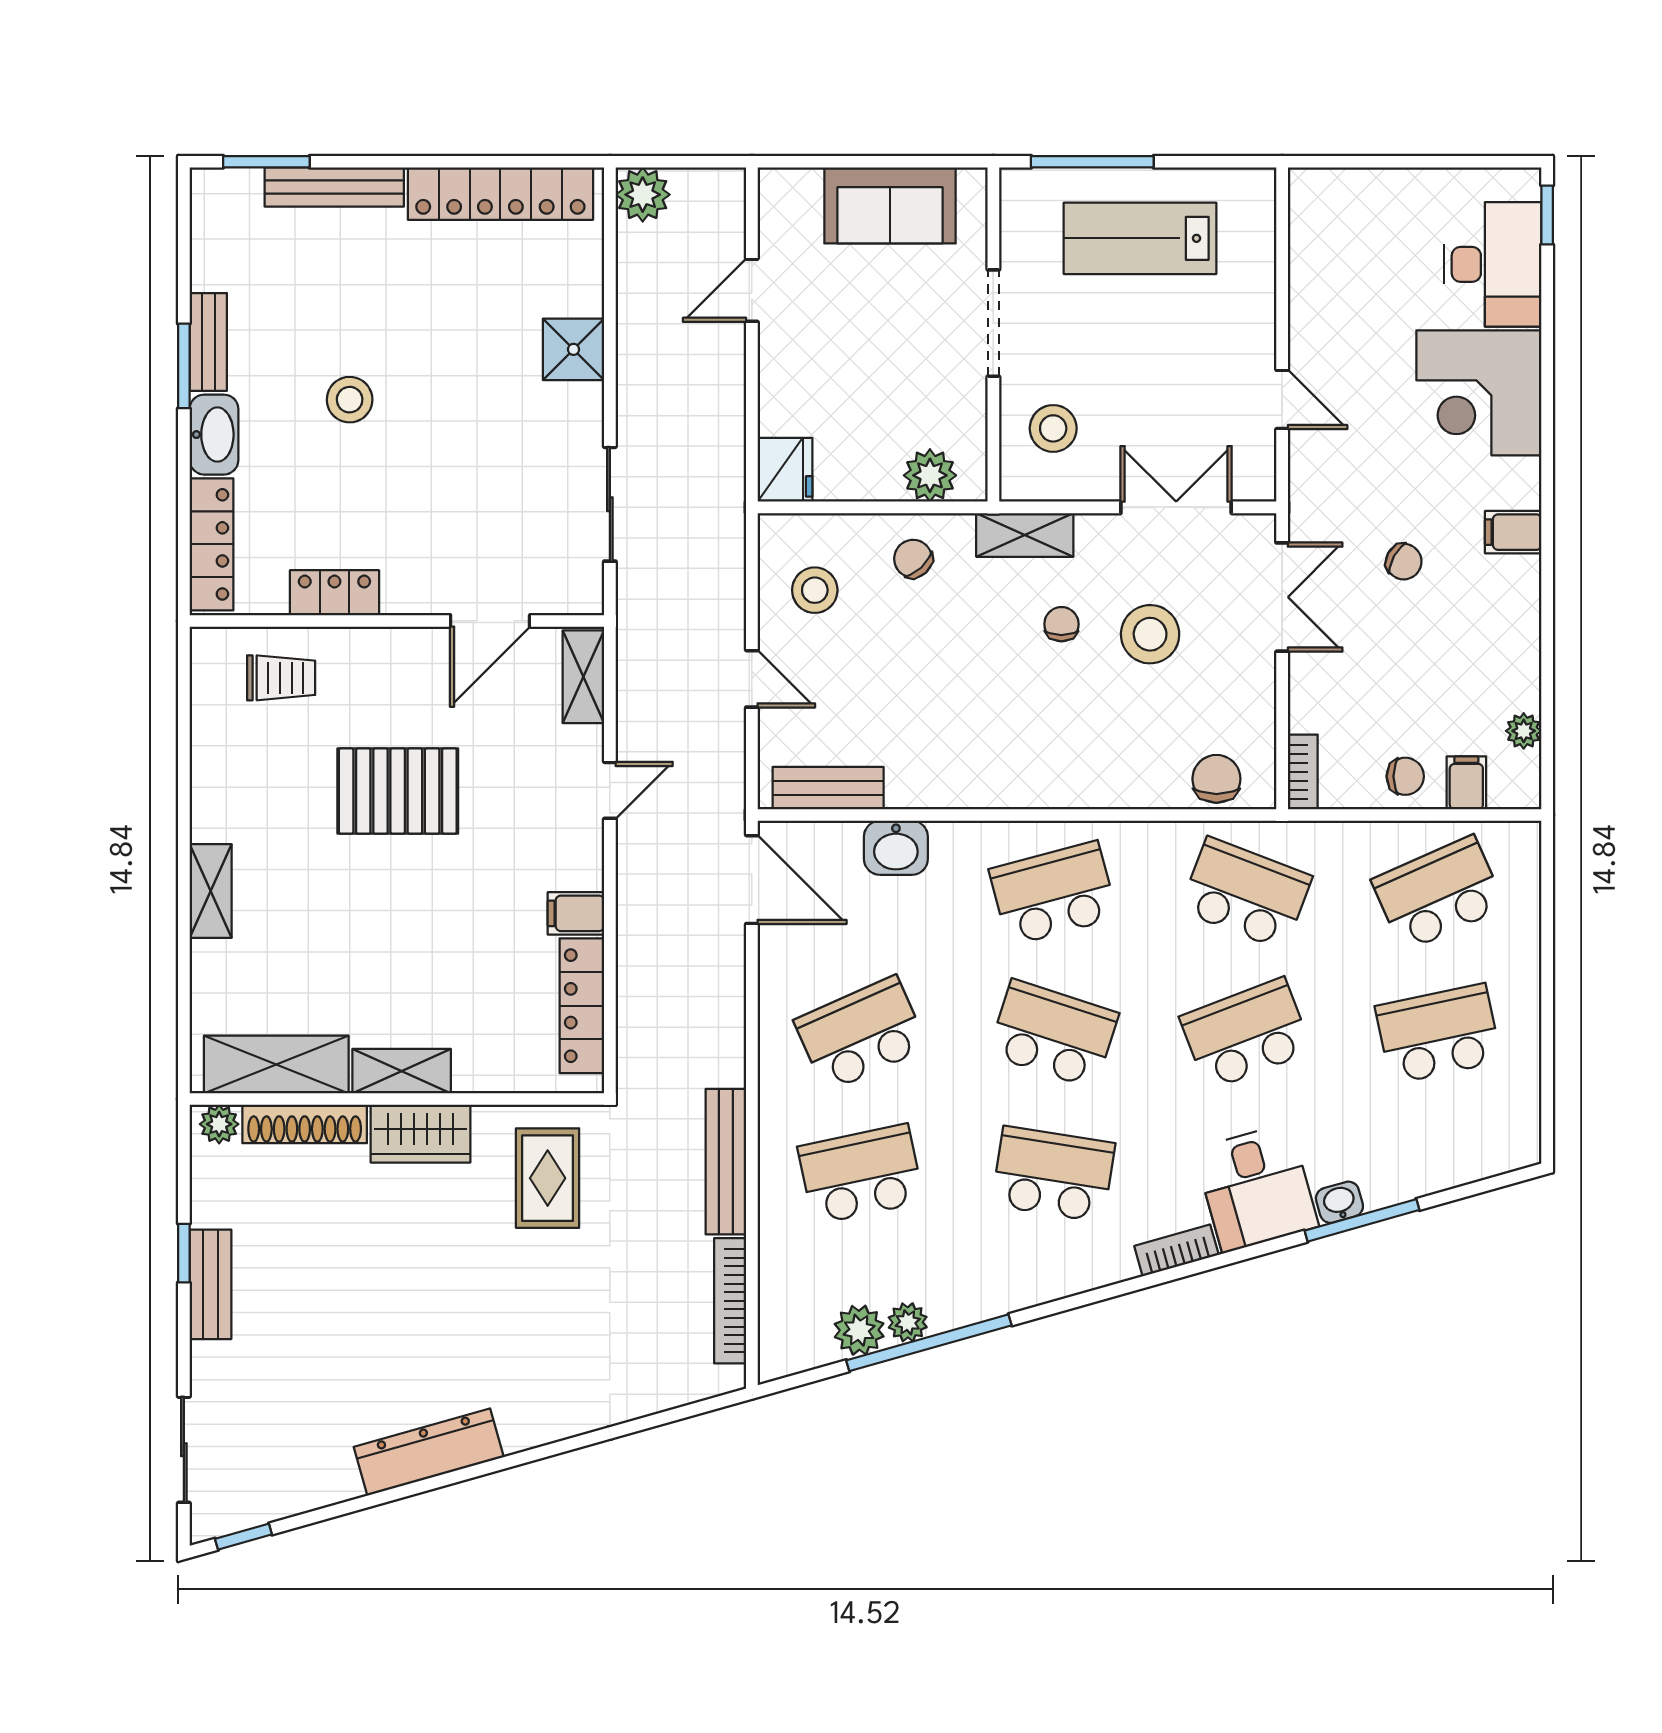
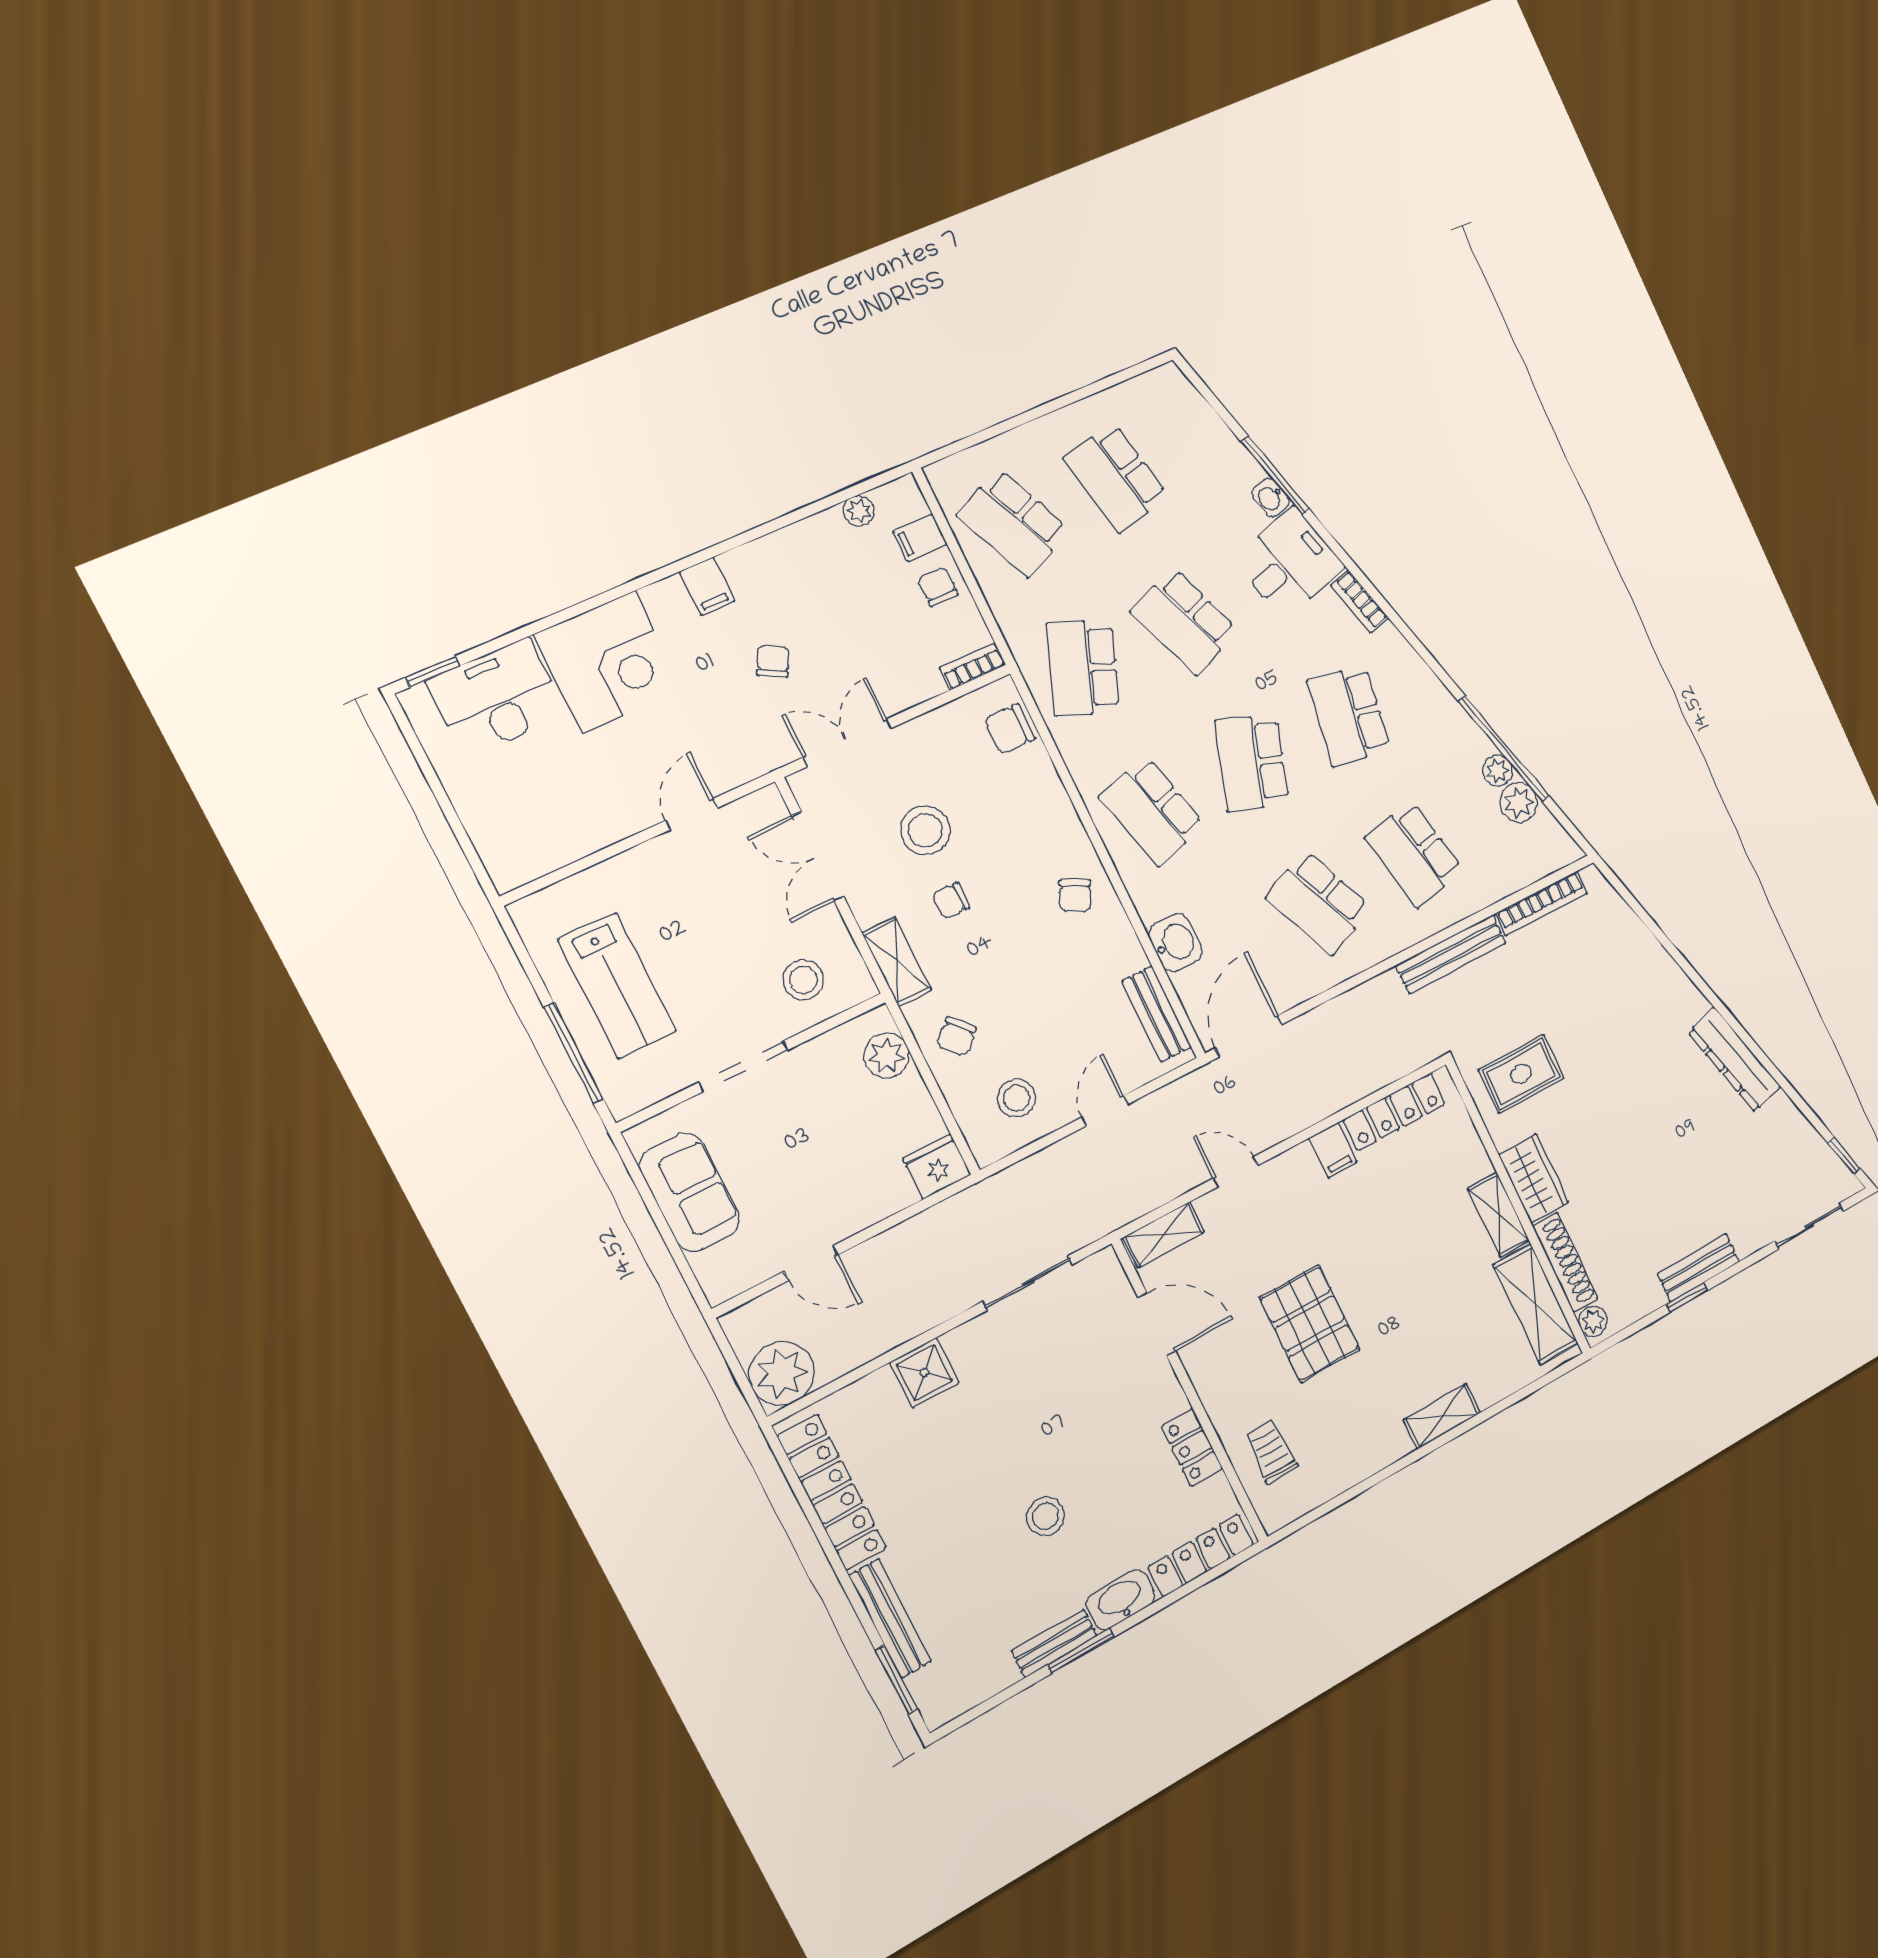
plant: (643, 195) -> (782, 1373), width x1.36, depth x1.36
chair: (1002, 762) -> (1075, 895), added

